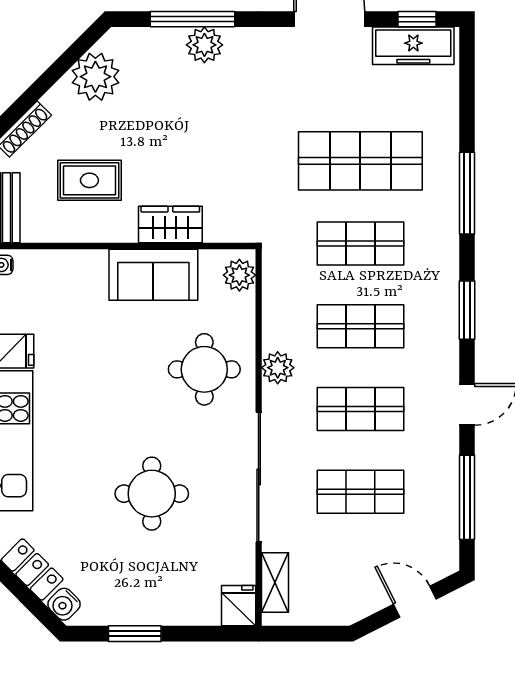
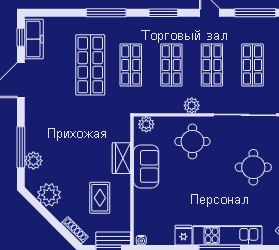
plant: (204, 45) -> (33, 161), moved

